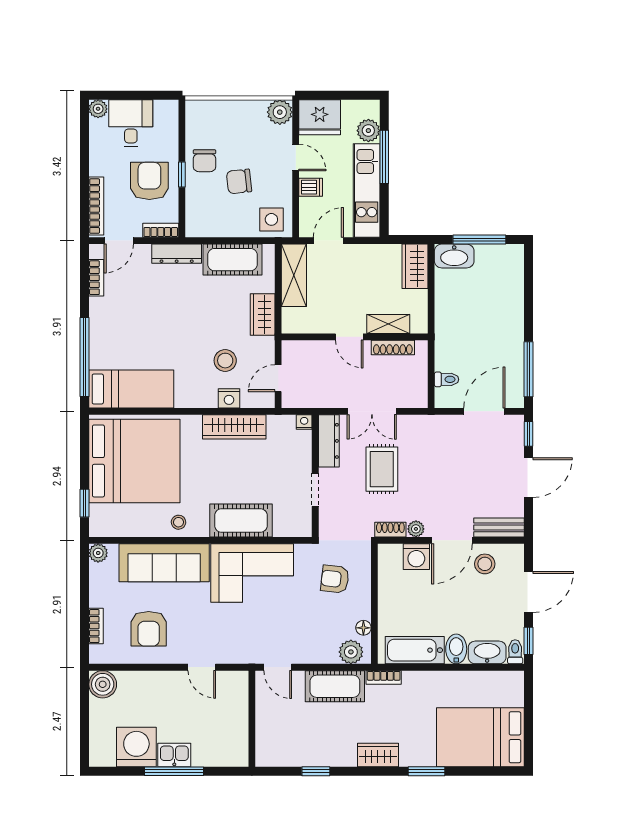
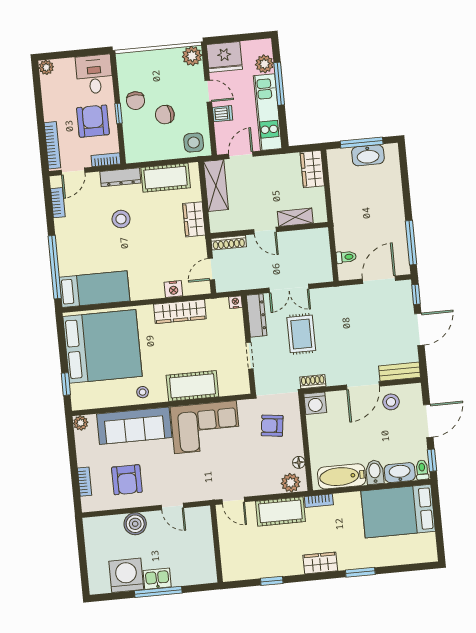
desk: (131, 123) -> (94, 74), moved
washbasin: (454, 256) -> (368, 155), moved
shoe rack: (393, 348) -> (229, 243), moved
stool: (225, 361) -> (121, 219), moved
plant: (416, 529) -> (333, 379), removed
washing machine: (416, 557) -> (315, 403), moved
boiler: (103, 684) -> (135, 524), moved
bed: (480, 737) -> (398, 511), moved

